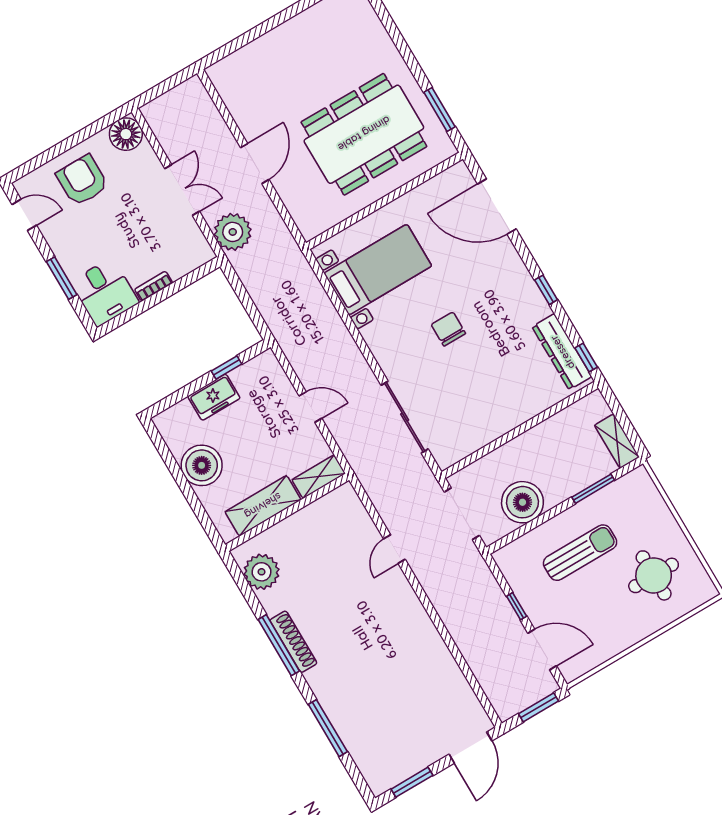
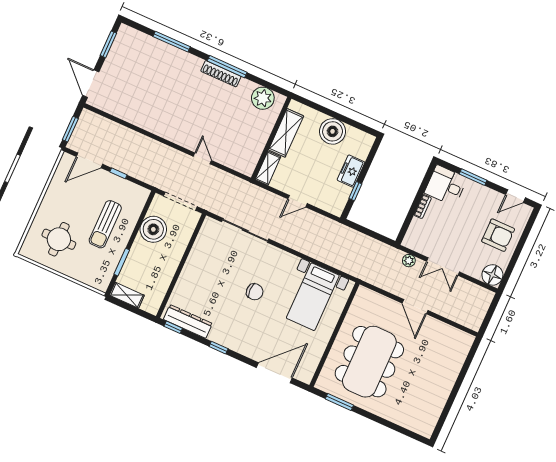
plant: (233, 232) -> (409, 261), width x0.53, depth x0.53

